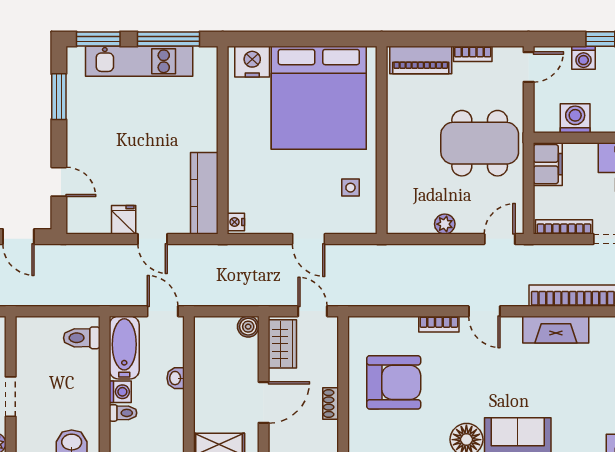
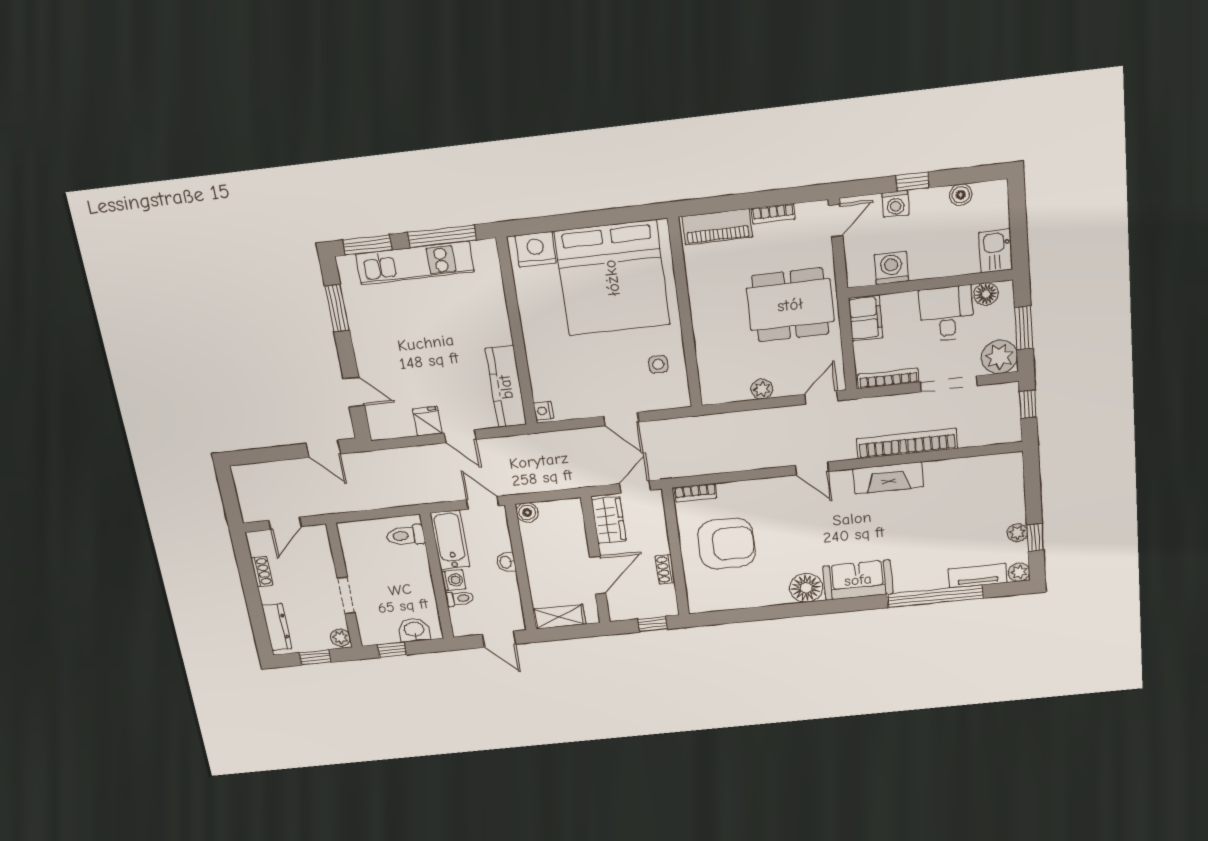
door: (313, 311) -> (635, 487), hinge flipped
bookcase: (439, 324) -> (695, 493), moved
boiler: (248, 327) -> (527, 513), moved

